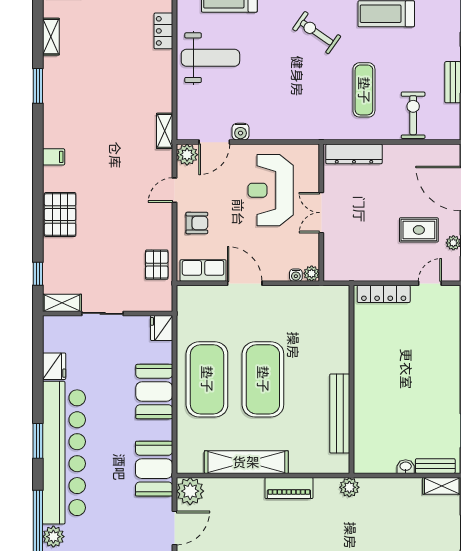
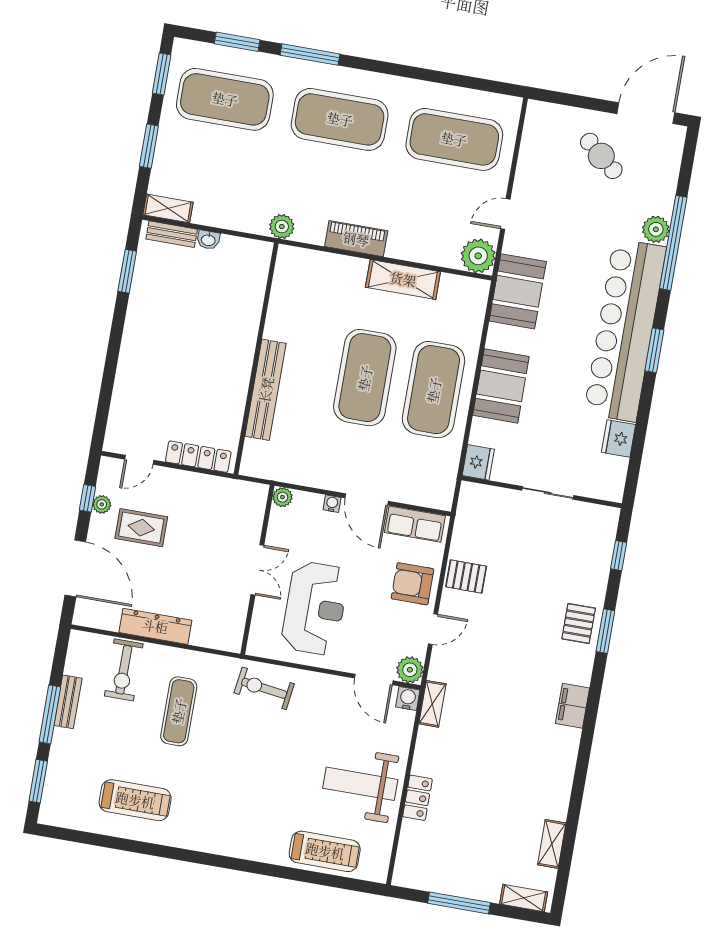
locker: (163, 31) -> (417, 798), moved
exercise bike: (317, 33) -> (264, 688), moved, turned 153
window: (38, 86) -> (605, 631), moved
water cooler: (241, 132) -> (408, 698), moved
door: (214, 142) -> (374, 679), swing flipped
dresser: (354, 154) -> (155, 626), moved
filing cabinet: (54, 157) -> (573, 706), width x2.00
pallet: (60, 214) -> (579, 624), width x0.67, depth x0.71
armchair: (197, 223) -> (412, 584), width x1.38, depth x1.38
pallet: (157, 265) -> (466, 577), moved, turned 90
water cooler: (296, 275) -> (332, 504), moved
shelving: (62, 303) -> (595, 515), removed
bench: (340, 413) -> (266, 390), moved
shelving: (246, 462) -> (403, 279), width x0.68
door: (174, 528) -> (505, 214), width x0.73

